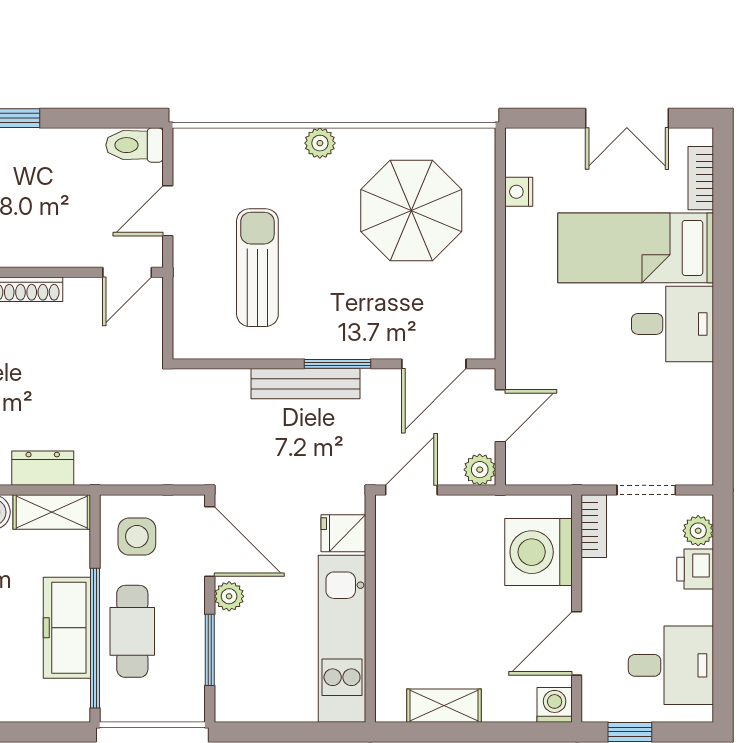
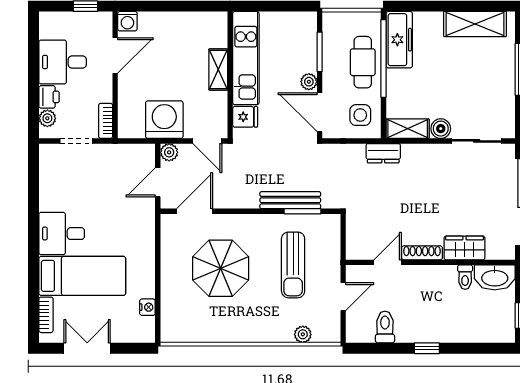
plant: (320, 143) -> (303, 334), moved
toilet: (135, 145) -> (385, 327), moved, turned -90
parasol: (411, 210) -> (221, 268), moved
door: (127, 272) -> (388, 262), moved
window: (338, 364) -> (303, 211), moved
bench: (306, 384) -> (290, 200), moved
dresser: (43, 468) -> (383, 153), moved
door: (411, 490) -> (207, 141), hinge flipped
washing machine: (538, 552) -> (164, 120), moved, turned -90
freezer: (67, 628) -> (399, 40), moved
desk: (671, 665) -> (63, 62), moved
shelving: (444, 706) -> (218, 70), moved, turned 90

